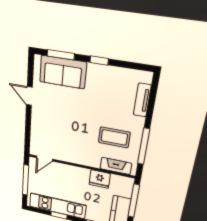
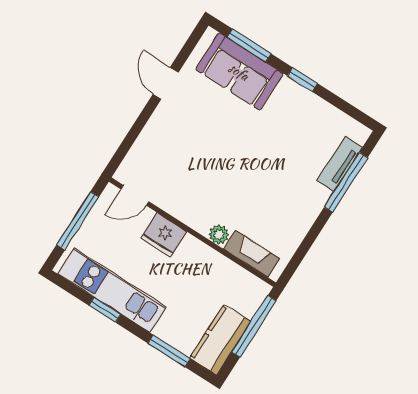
coffee table: (114, 137) -> (271, 205), removed
window: (144, 146) -> (346, 182), moved
plant: (94, 162) -> (219, 235), added
fridge: (100, 179) -> (164, 235), moved

